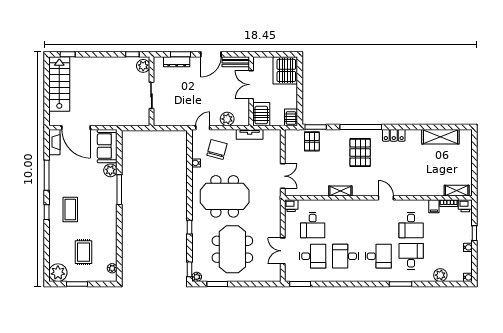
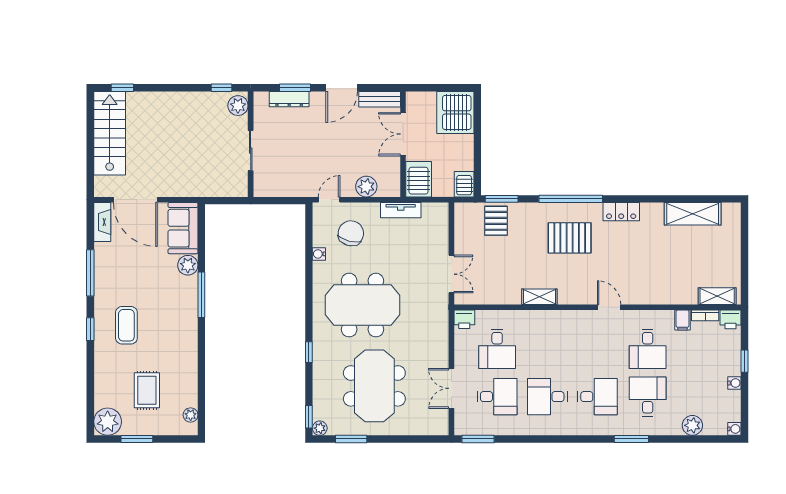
pallet: (360, 153) -> (570, 238), turned 90

